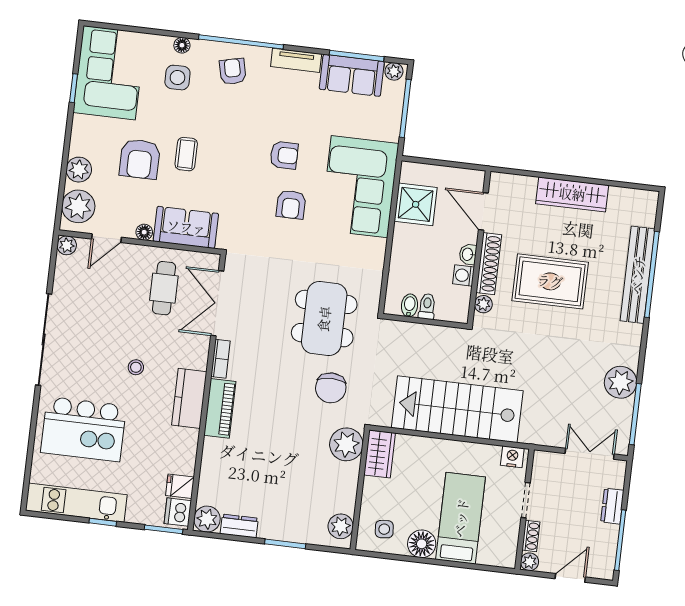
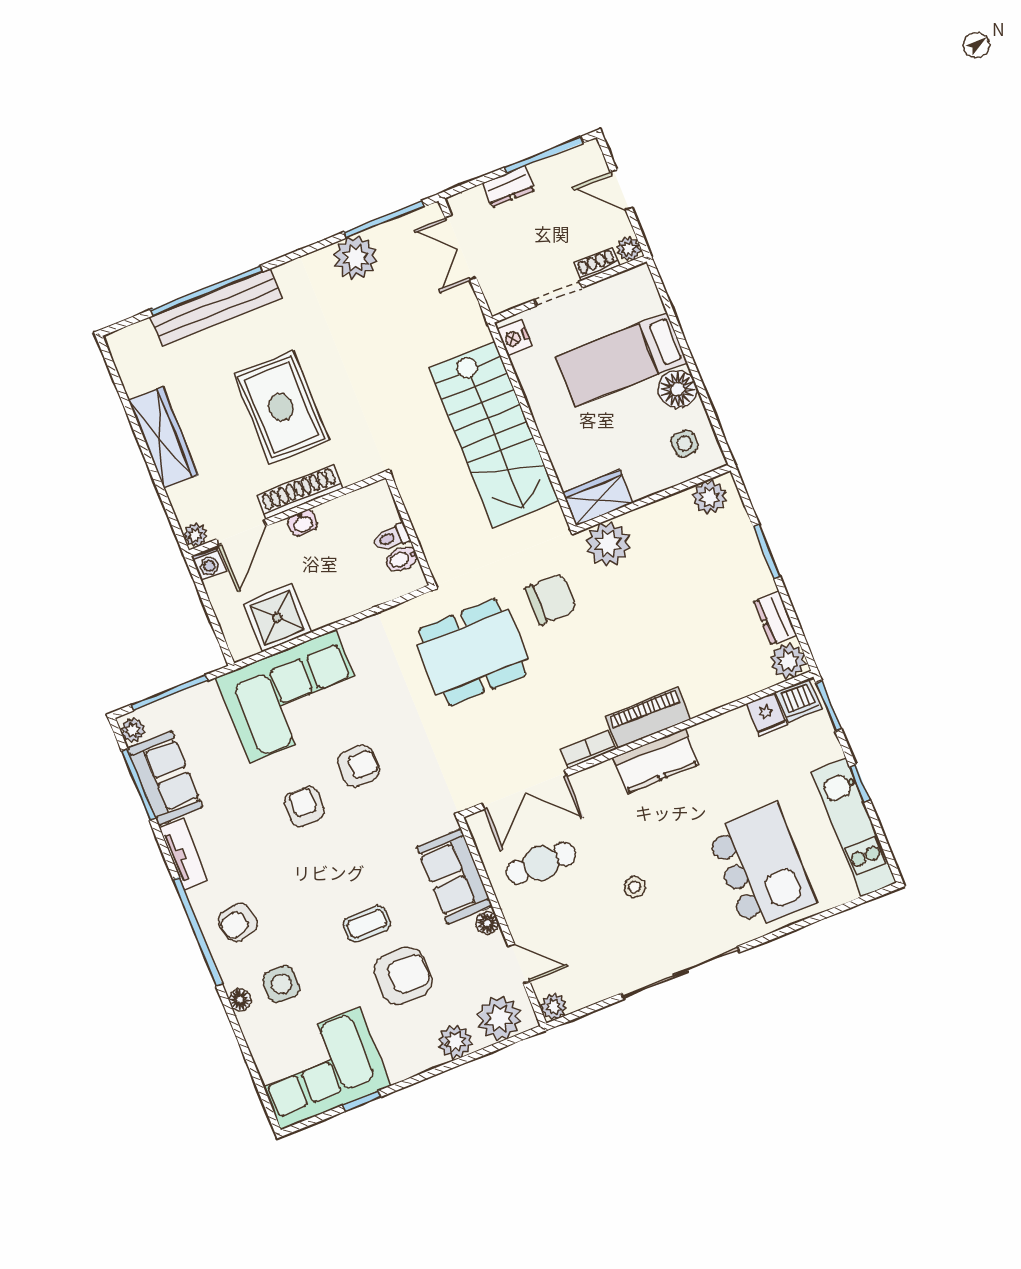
washing machine: (464, 275) -> (208, 563), moved
plant: (483, 304) -> (195, 535), moved
stool: (136, 367) -> (635, 887), moved

